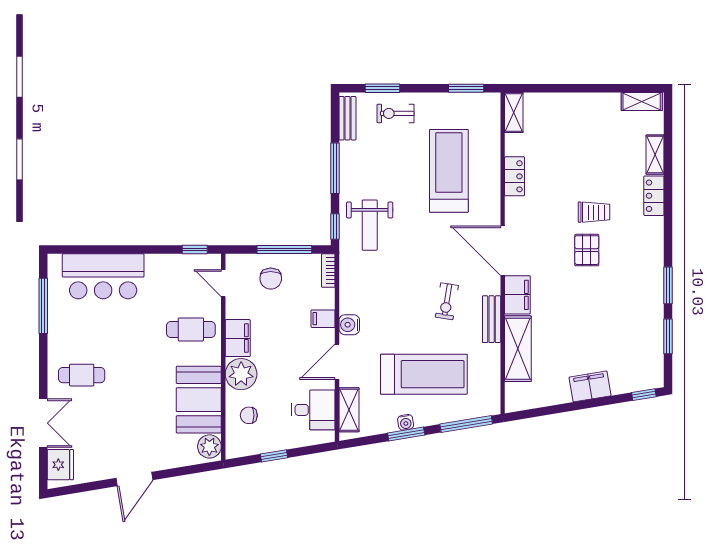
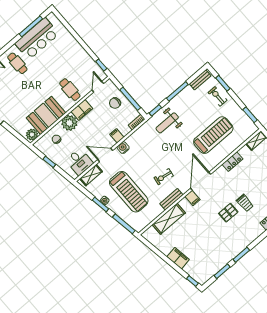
bar counter: (103, 276) -> (37, 39), moved, turned -90
filing cabinet: (517, 295) -> (192, 198), width x0.50

